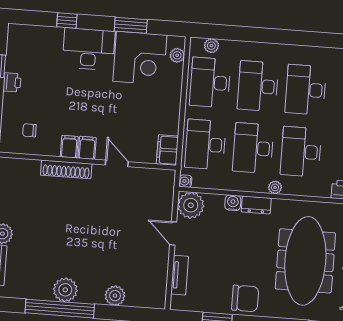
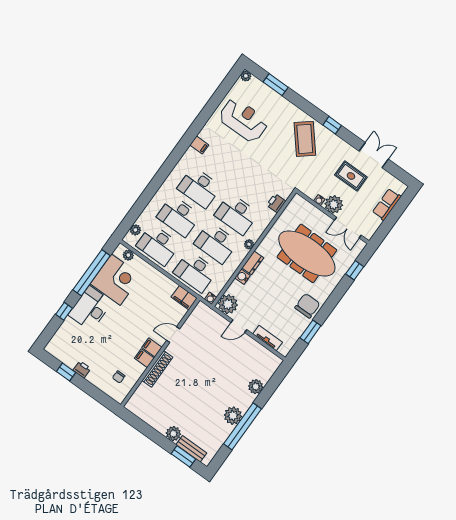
window: (131, 25) -> (92, 273), width x2.11

